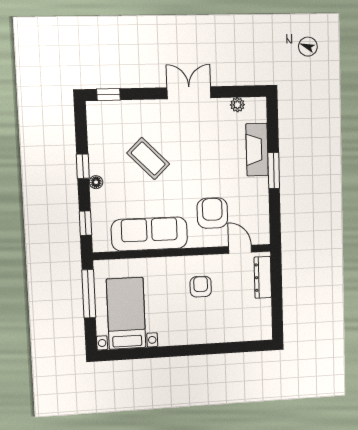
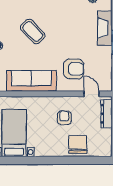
armchair: (212, 213) -> (74, 69), turned 90
chair: (222, 325) -> (78, 145), added

